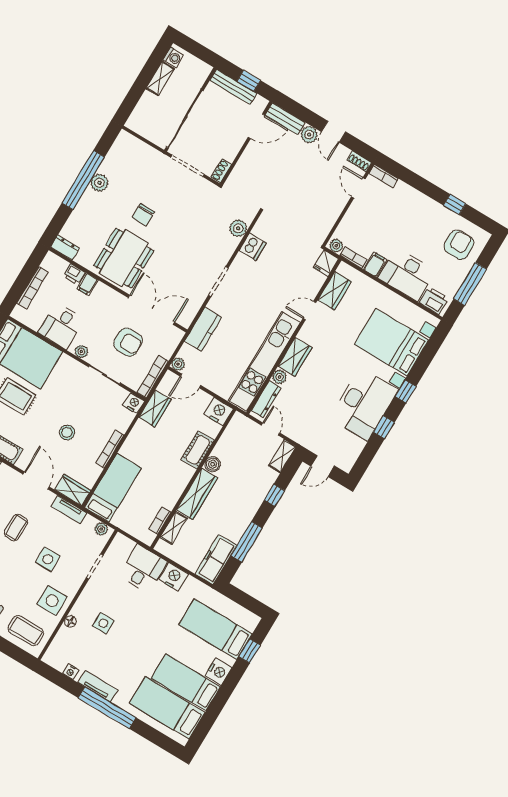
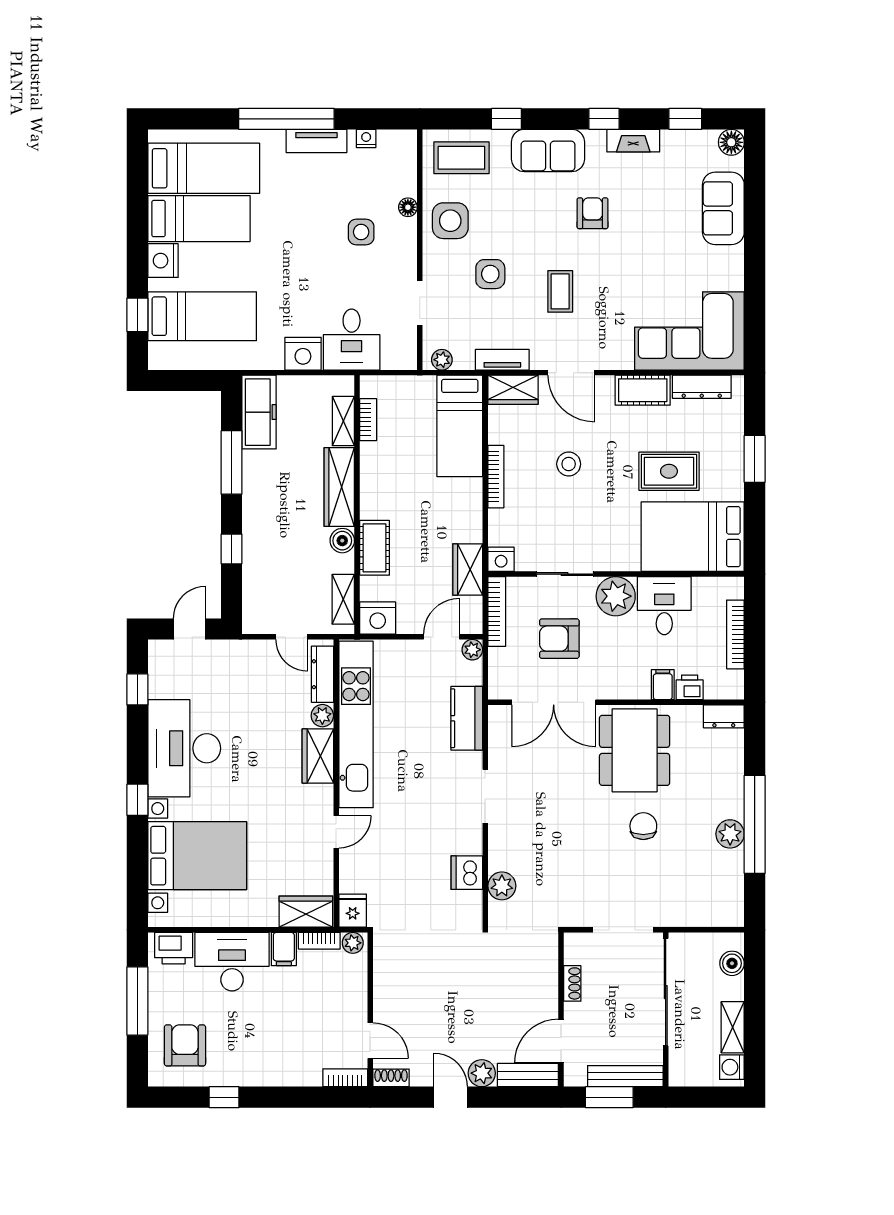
window: (249, 81) -> (609, 1097), width x1.50
boiler: (140, 113) -> (732, 963), added
shoe rack: (221, 171) -> (572, 983), moved
armchair: (459, 245) -> (185, 1045), turned 180
wardrobe: (335, 291) -> (306, 912), moved, turned 90
plant: (81, 352) -> (616, 596), width x1.88, depth x1.88
window: (384, 427) -> (137, 689), moved
shelving: (282, 456) -> (343, 599), moved

